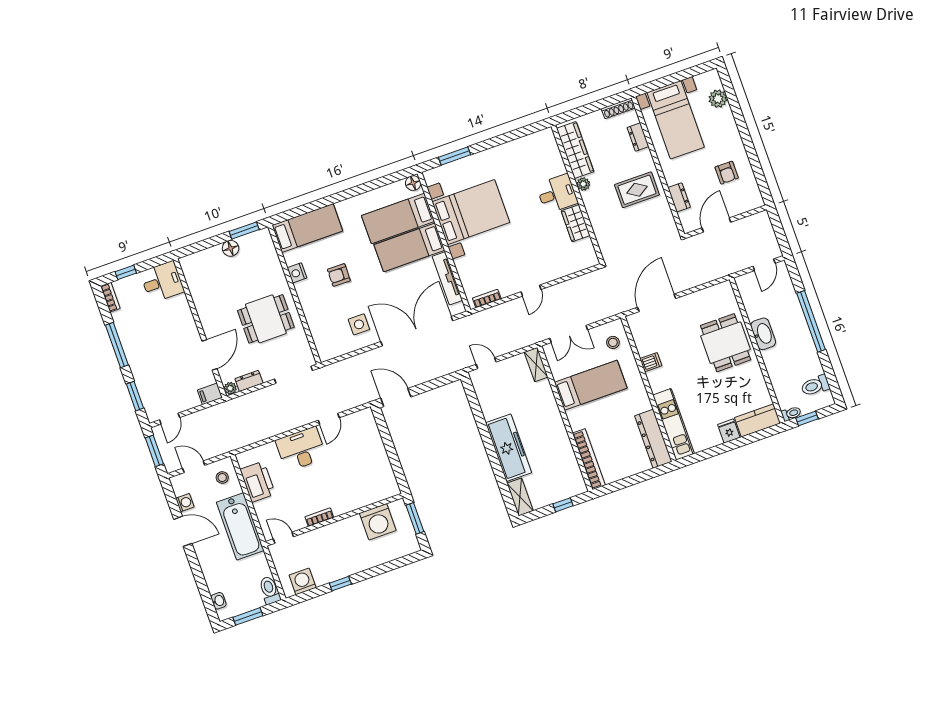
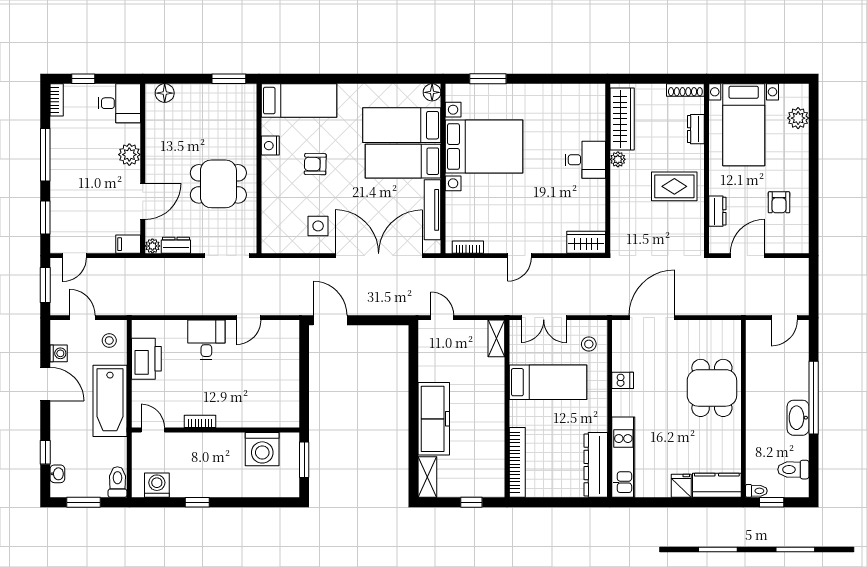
wardrobe: (576, 223) -> (586, 242), moved, turned 90
floor lamp: (231, 248) -> (165, 93), moved
plant: (185, 321) -> (129, 155), added
washbasin: (763, 334) -> (798, 418), moved, turned 180
desk: (301, 449) -> (206, 340), width x0.73
window: (202, 587) -> (45, 452), added

